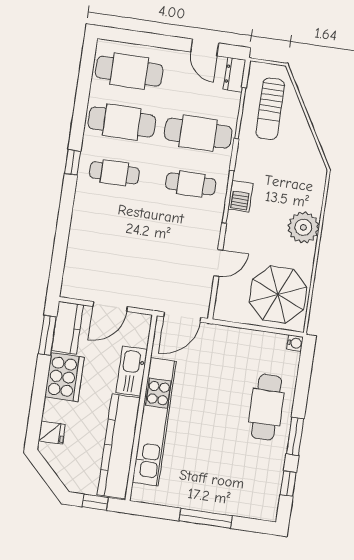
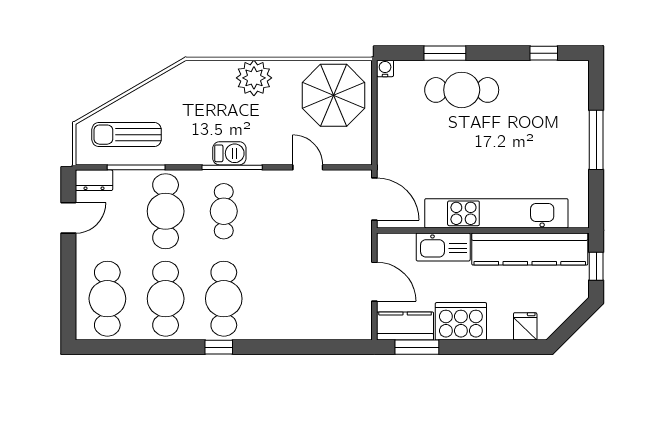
sun lounger: (270, 109) -> (127, 135), turned 180
cafe table: (114, 173) -> (224, 299), width x1.37, depth x1.35
window: (295, 436) -> (445, 53), moved

